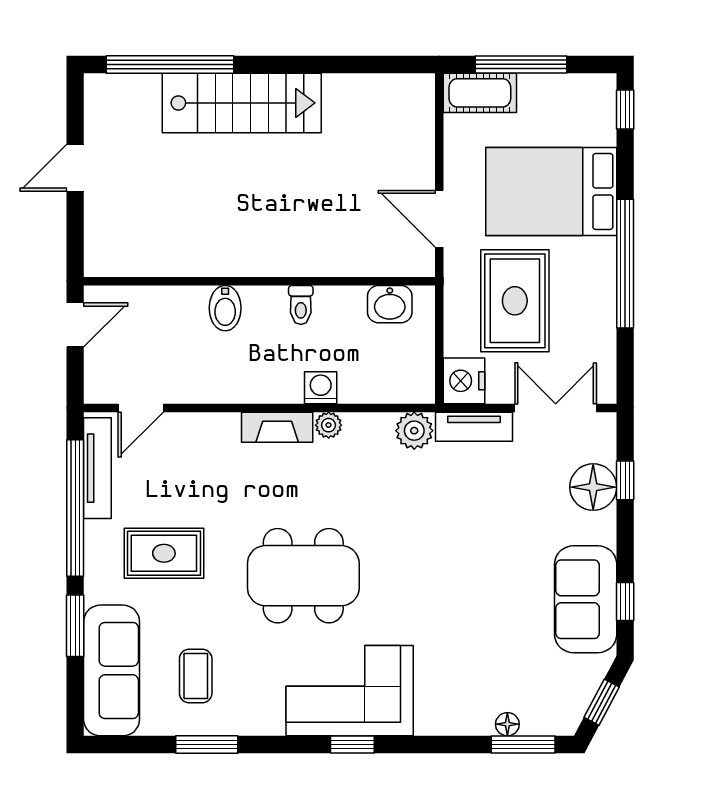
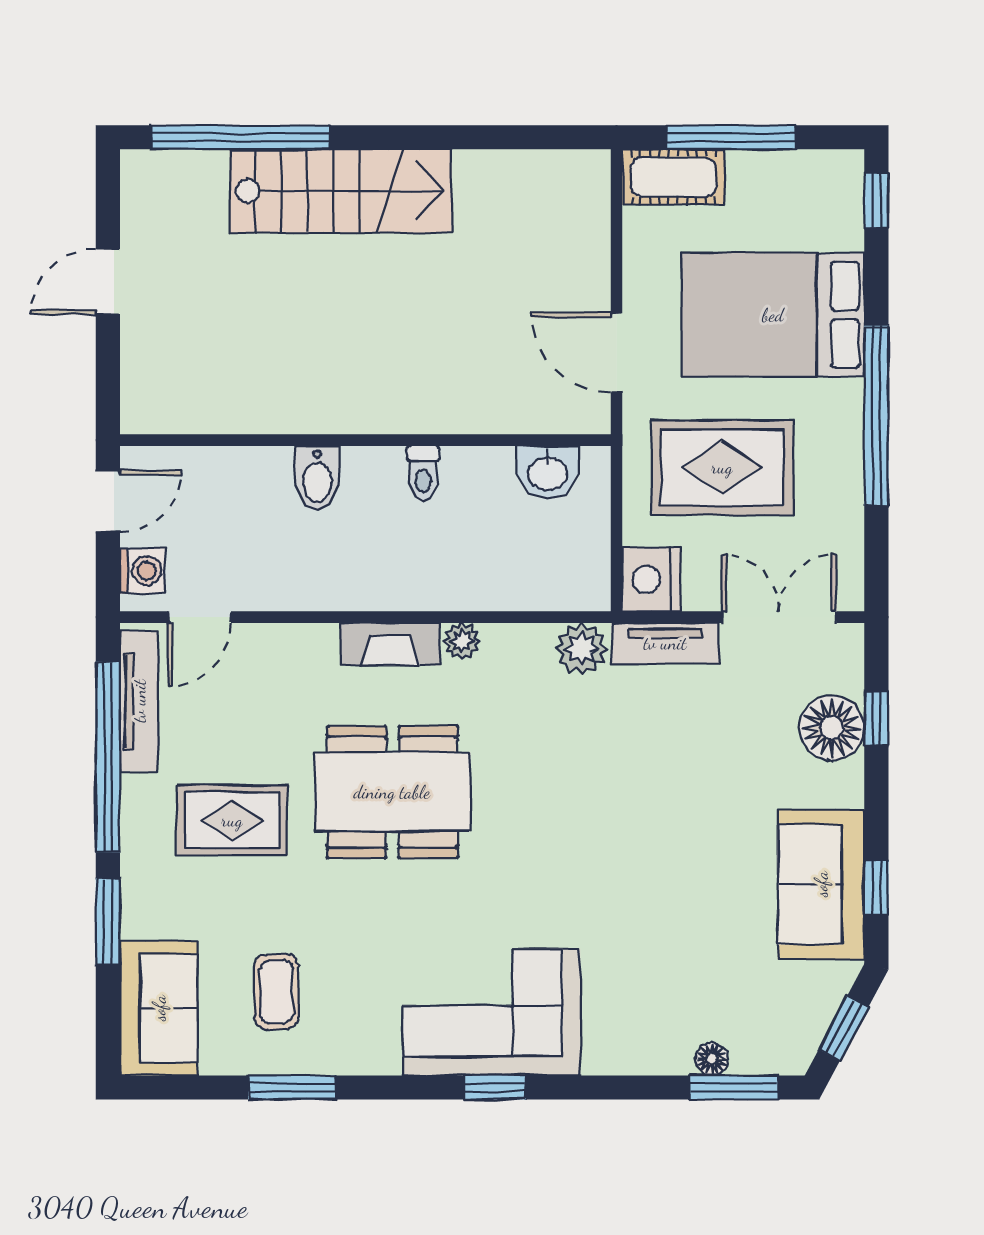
rug: (515, 301) -> (722, 467), turned 90
washing machine: (321, 388) -> (142, 571), moved, turned 90
dining table: (303, 576) -> (392, 792), moved
sofa: (112, 670) -> (159, 1008), width x0.73

